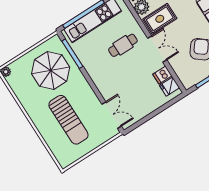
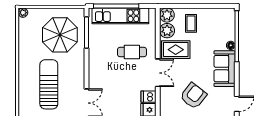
sun lounger: (68, 120) -> (49, 84), turned 180

